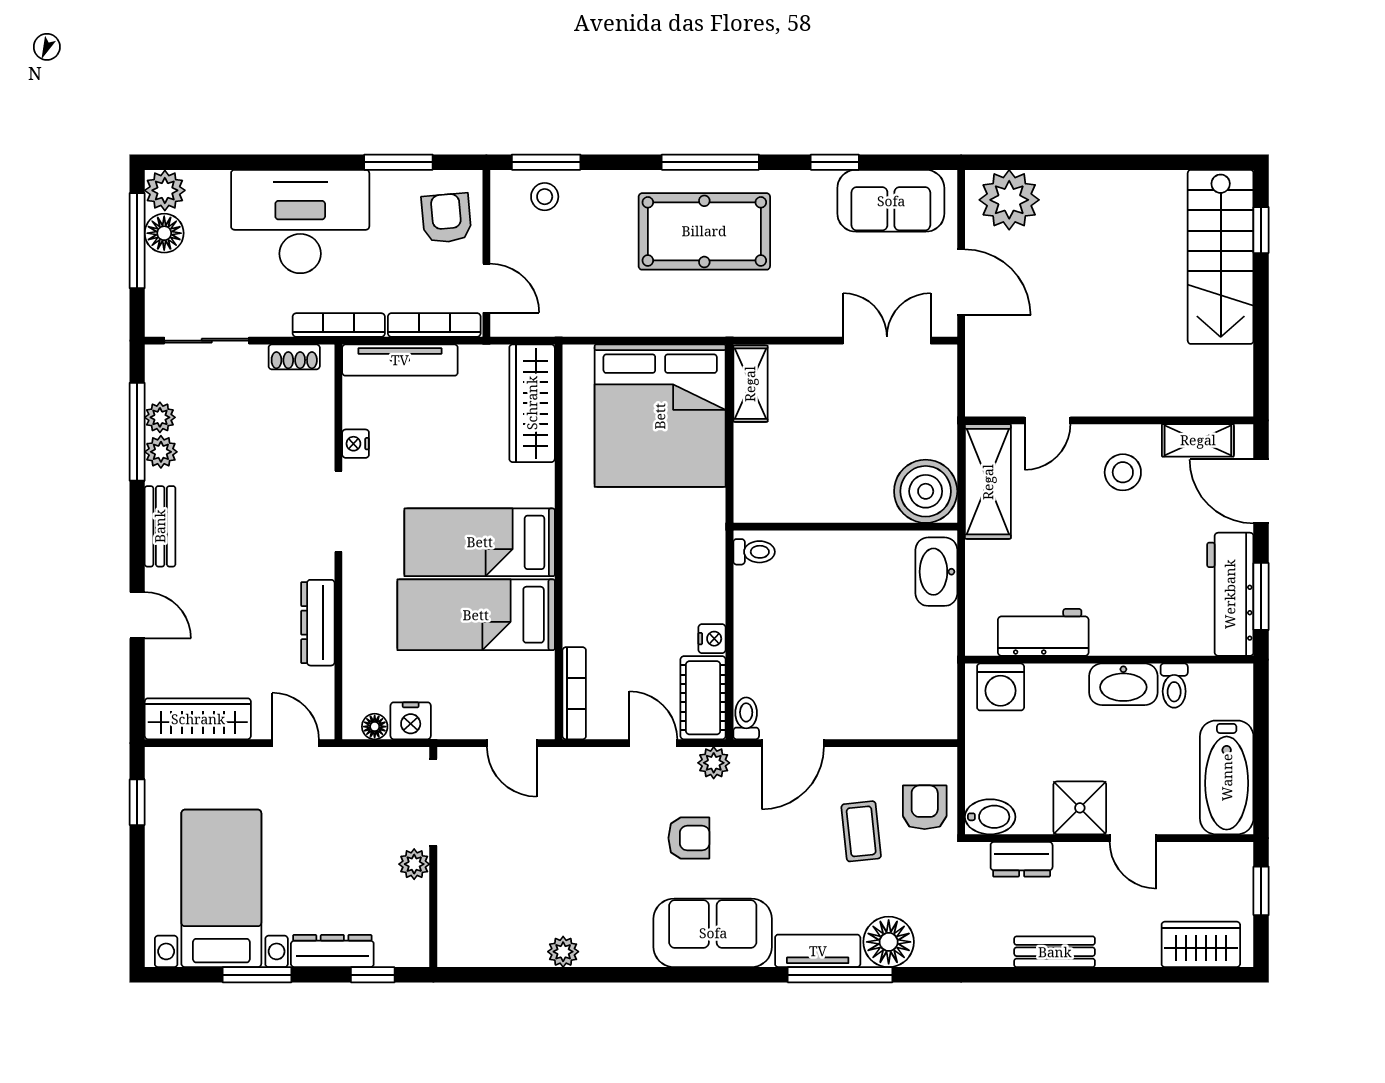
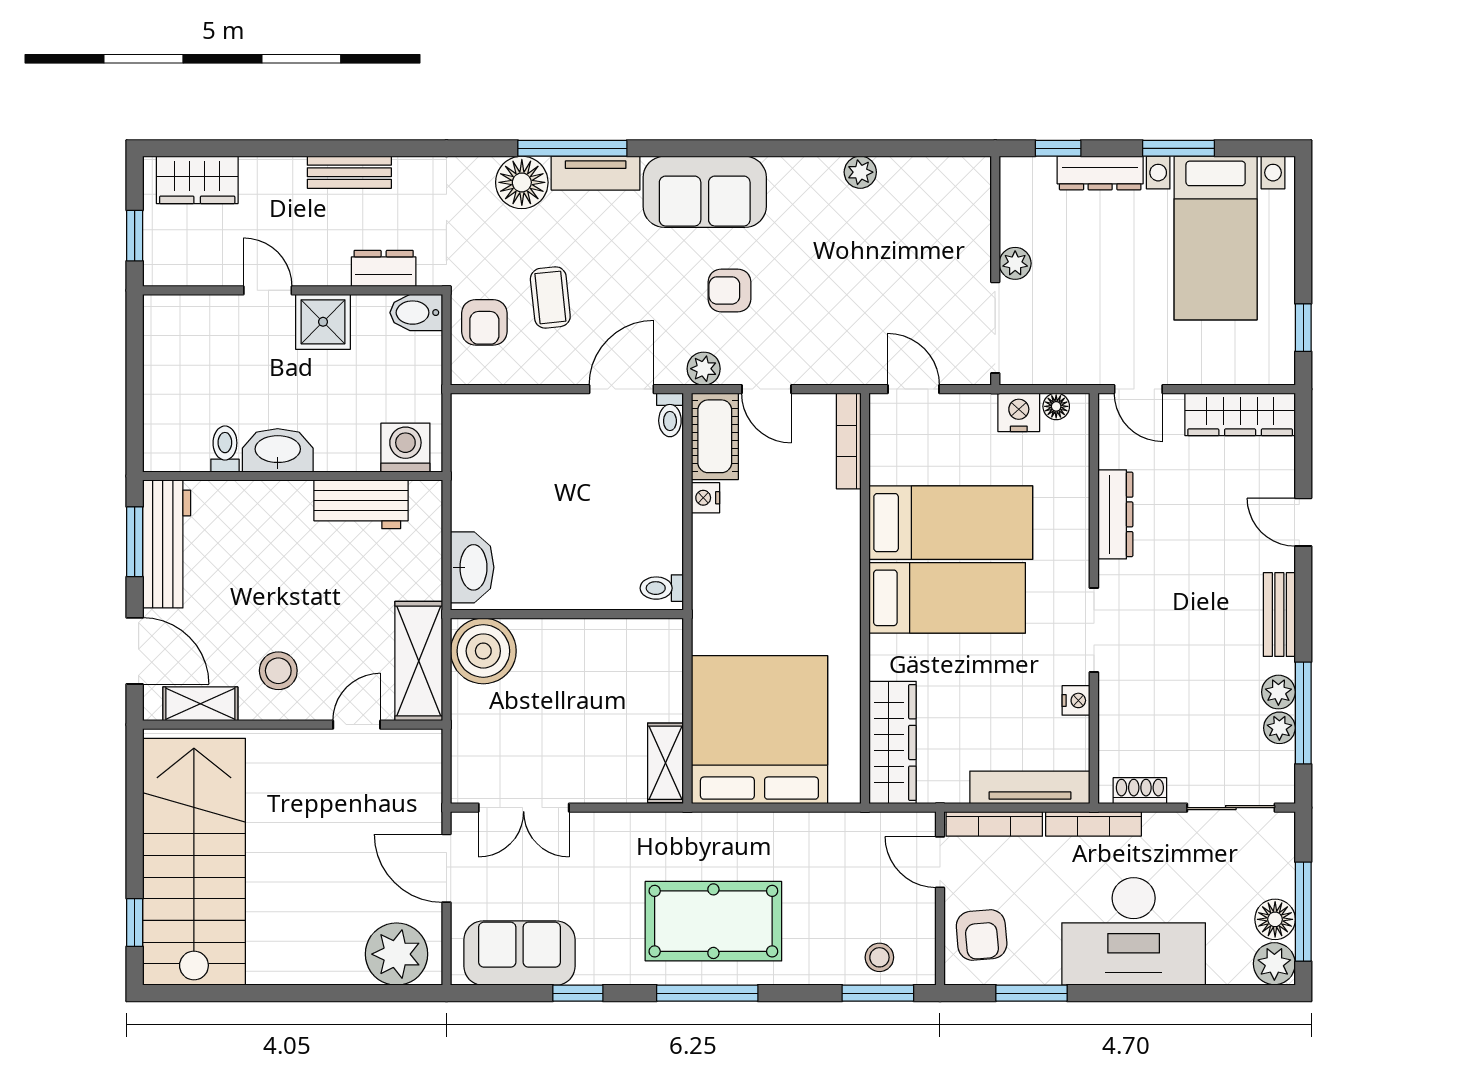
stairs: (1221, 257) -> (194, 862), width x1.36, depth x1.51
bathtub: (1227, 777) -> (170, 354), removed

